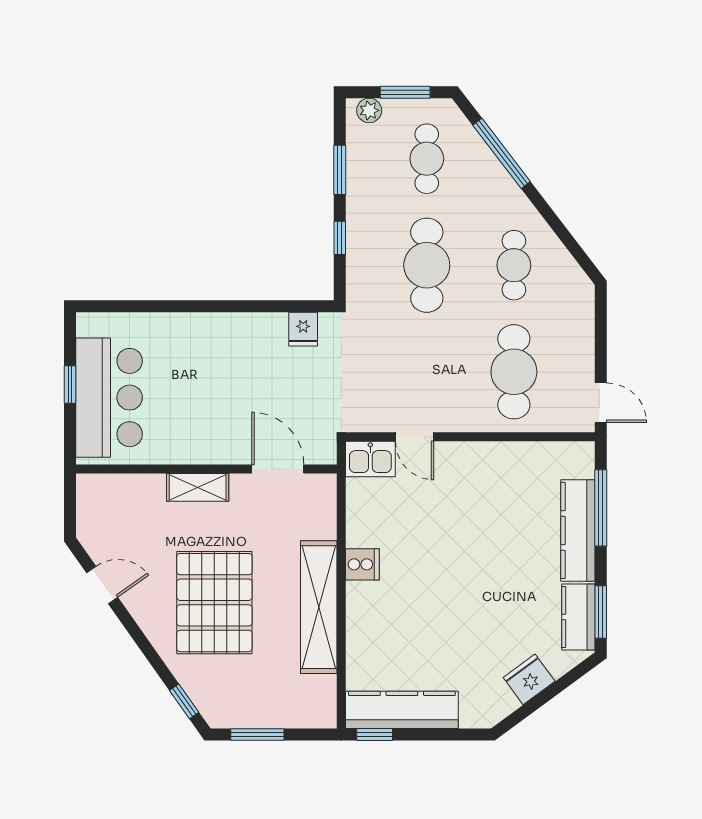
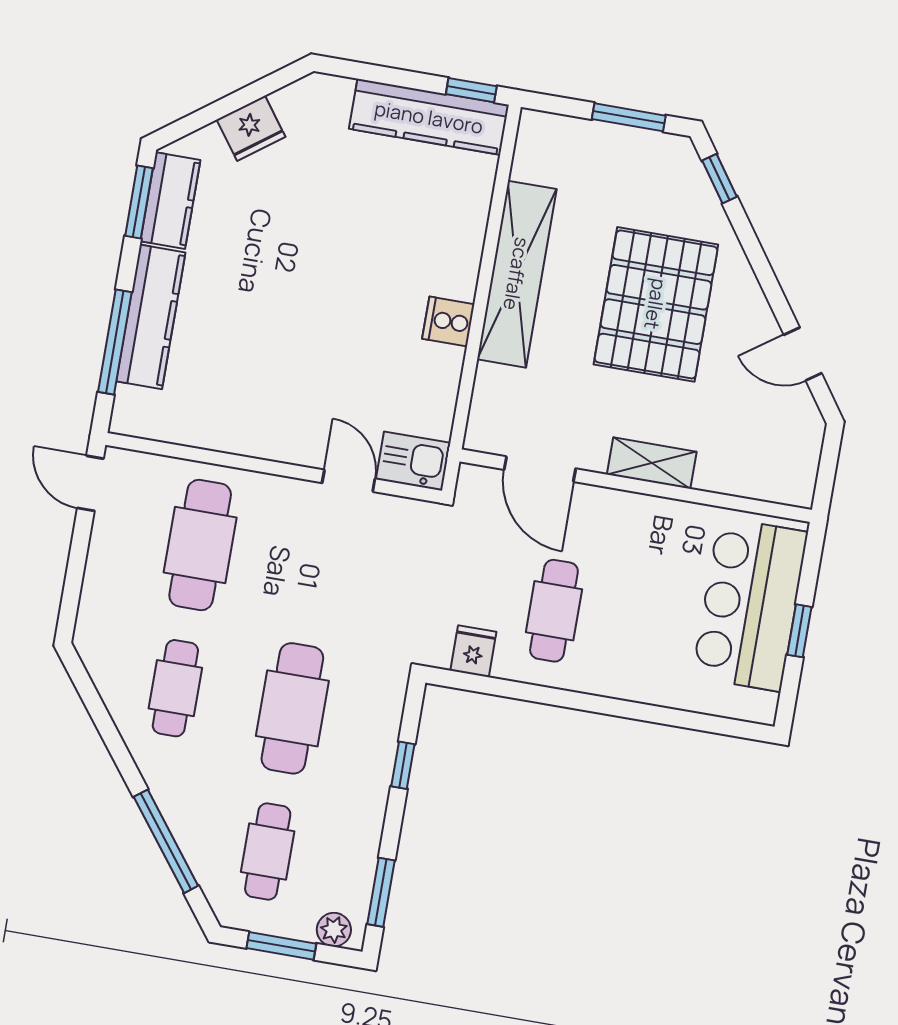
window: (340, 170) -> (381, 892), moved
cafe table: (250, 368) -> (554, 611), added

